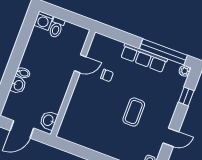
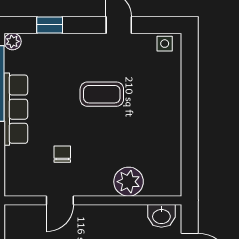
door: (80, 64) -> (60, 200), swing flipped
plant: (76, 108) -> (129, 182), added

